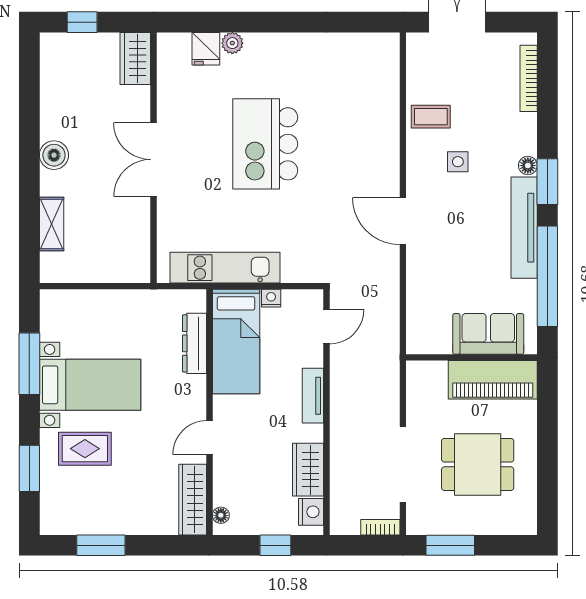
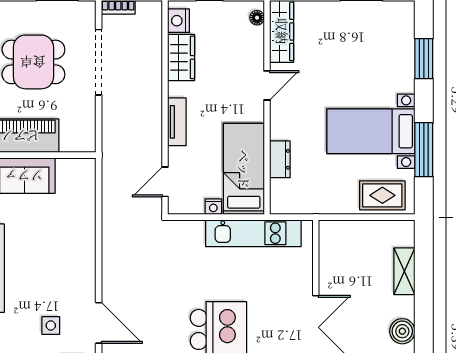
door: (403, 221) -> (99, 323), moved
dresser: (195, 343) -> (280, 159), width x0.70
rug: (85, 449) -> (382, 195), moved

